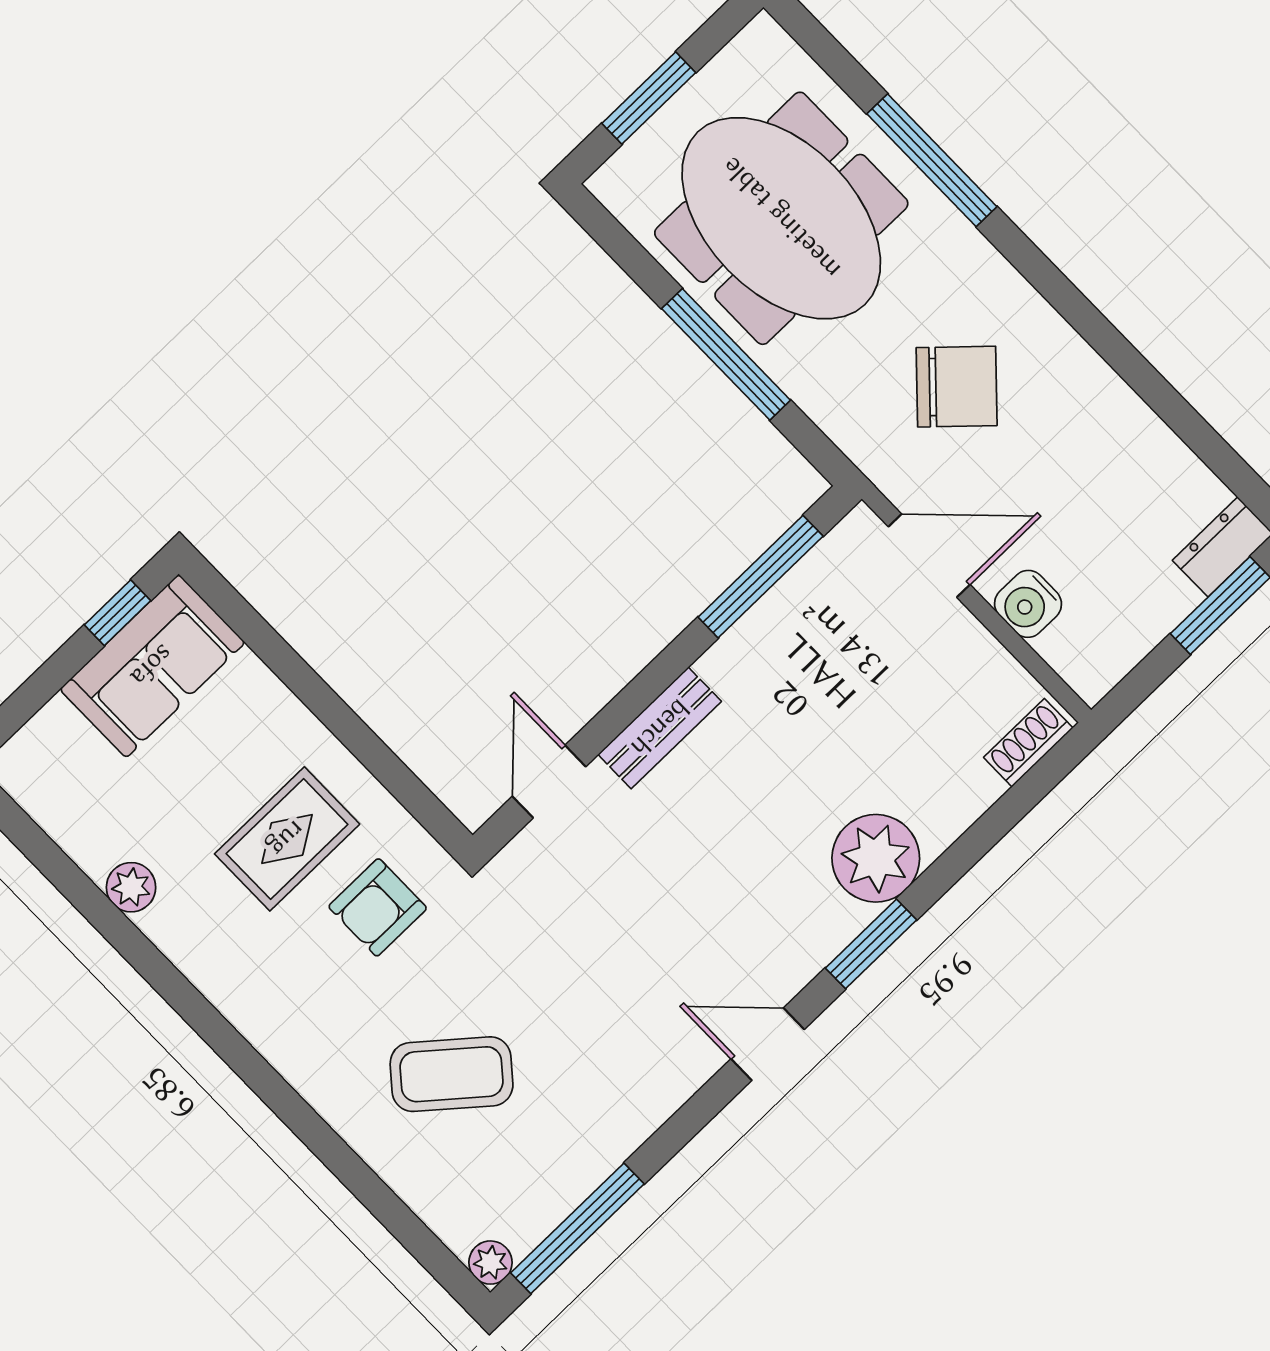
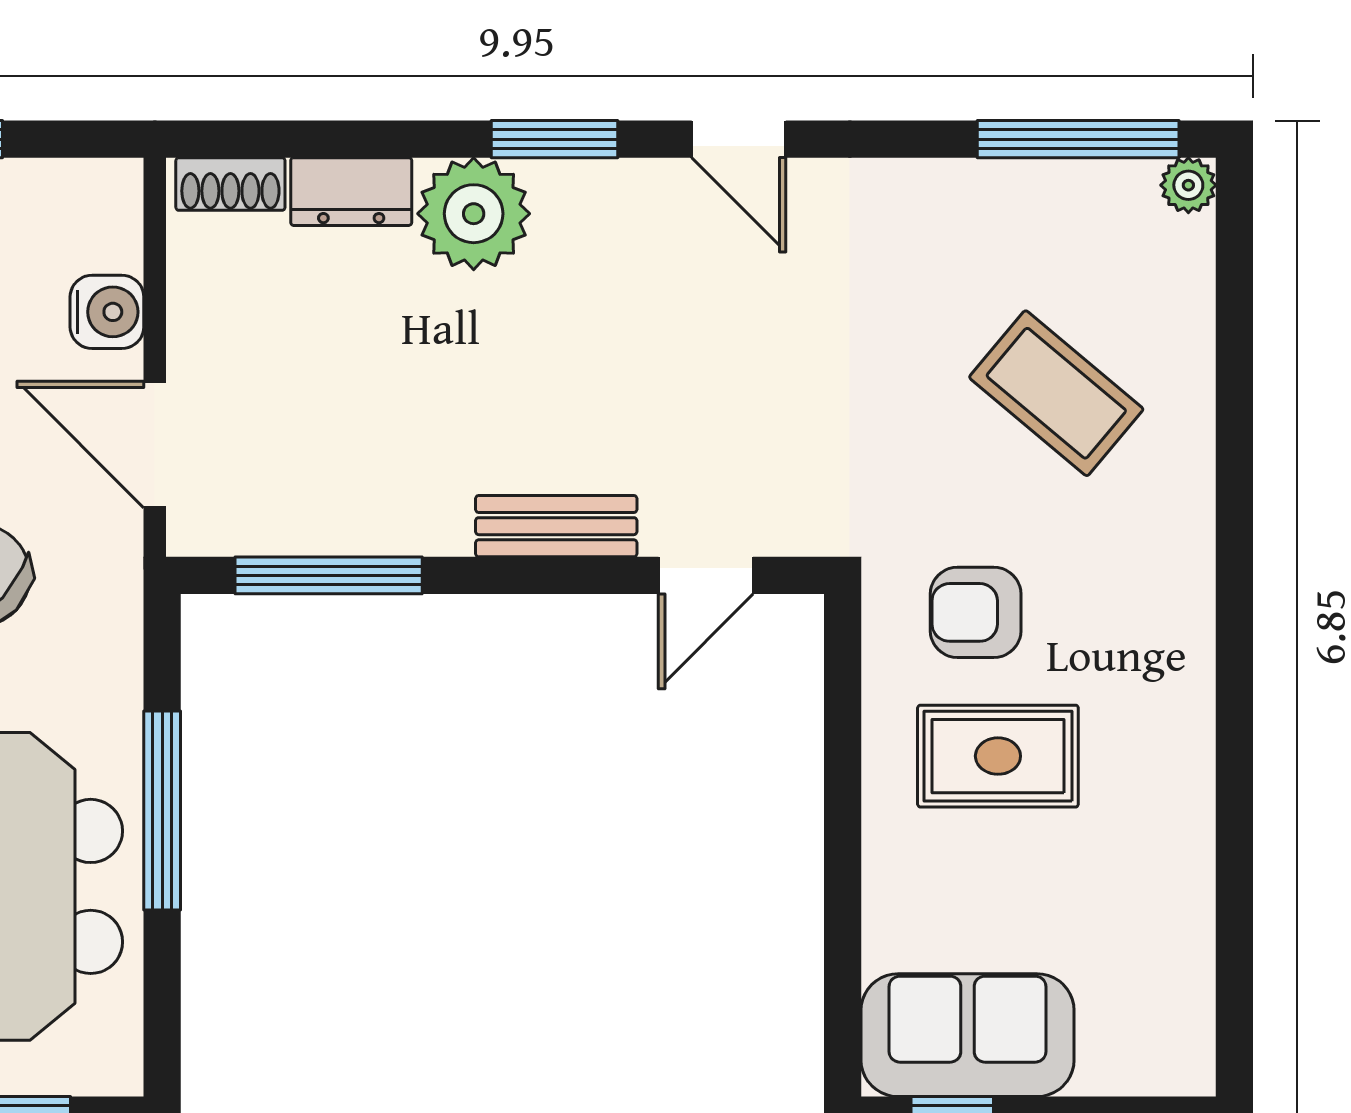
dresser: (956, 804) -> (351, 192), added
plant: (131, 887) -> (1184, 851), removed
armchair: (378, 907) -> (976, 612), turned 180

